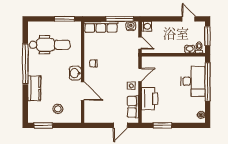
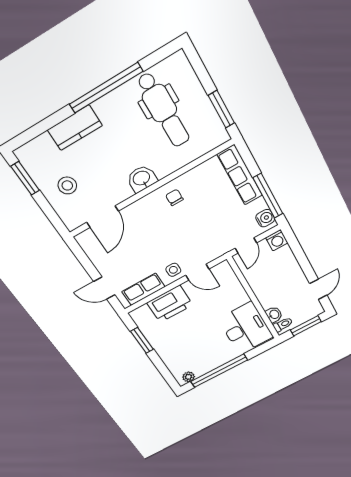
desk: (193, 81) -> (246, 328), moved, turned -90
window: (208, 82) -> (219, 371), moved
door: (83, 91) -> (102, 217), moved

